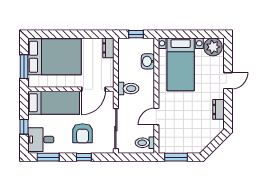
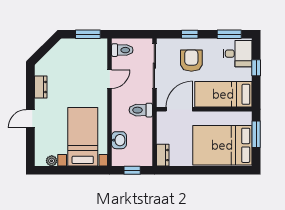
plant: (213, 47) -> (52, 161), width x0.53, depth x0.53

